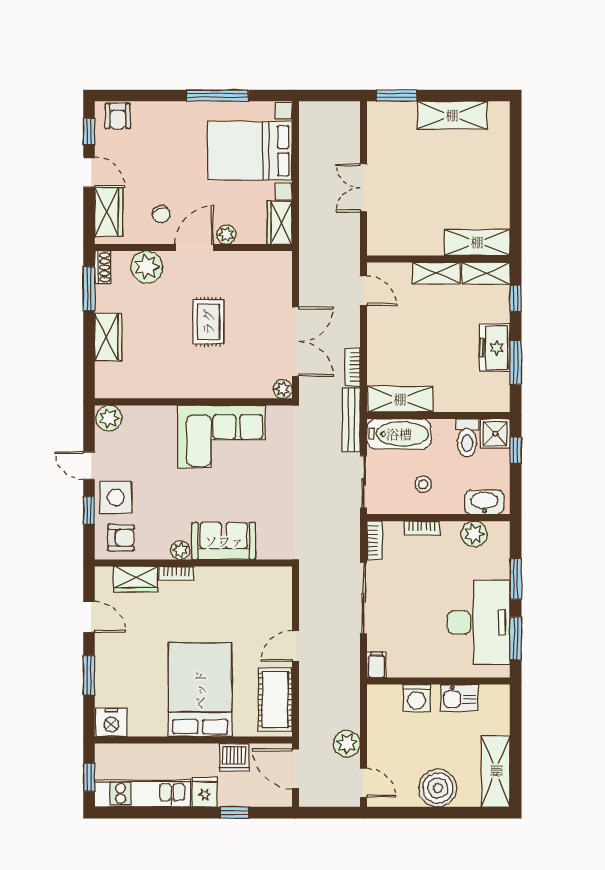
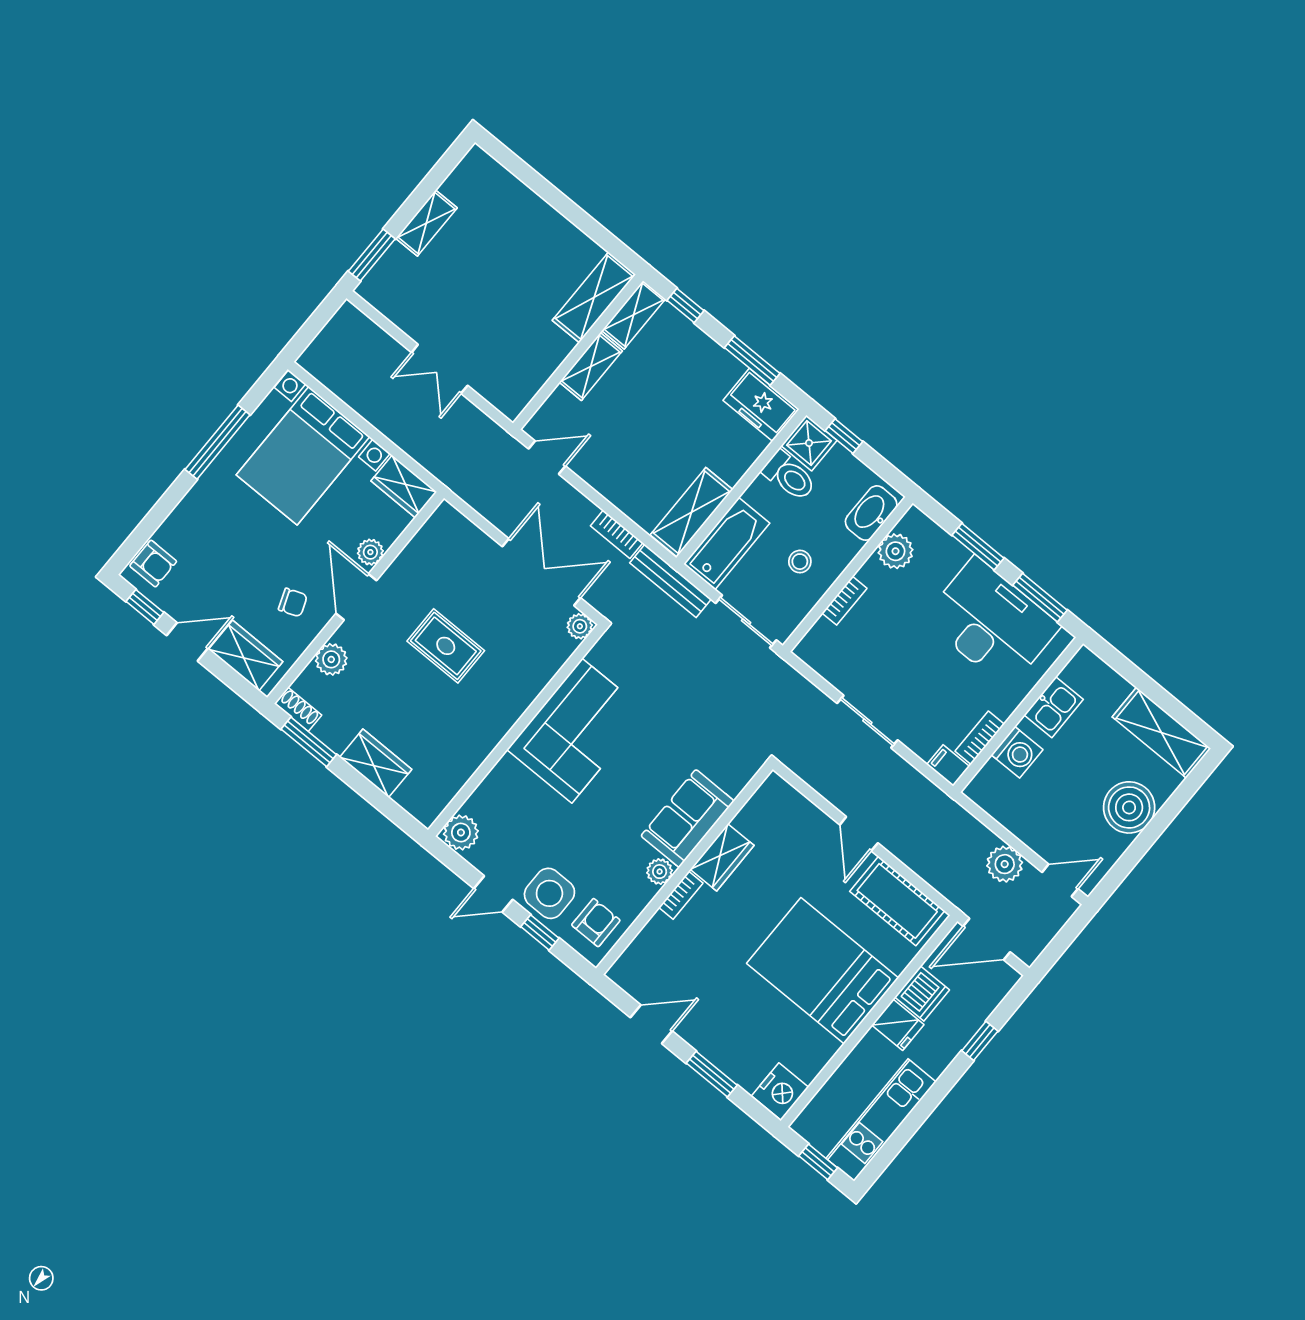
shelving: (452, 115) -> (426, 223), width x0.67, depth x0.75
plant: (147, 267) -> (331, 659), width x0.73, depth x0.73
freezer: (494, 348) -> (761, 405), moved
bookcase: (375, 540) -> (980, 738), moved, turned -90
wardrobe: (136, 579) -> (722, 857), moved
sliding door: (364, 598) -> (867, 722), width x0.73
fridge: (205, 792) -> (898, 1025), moved, turned 180

